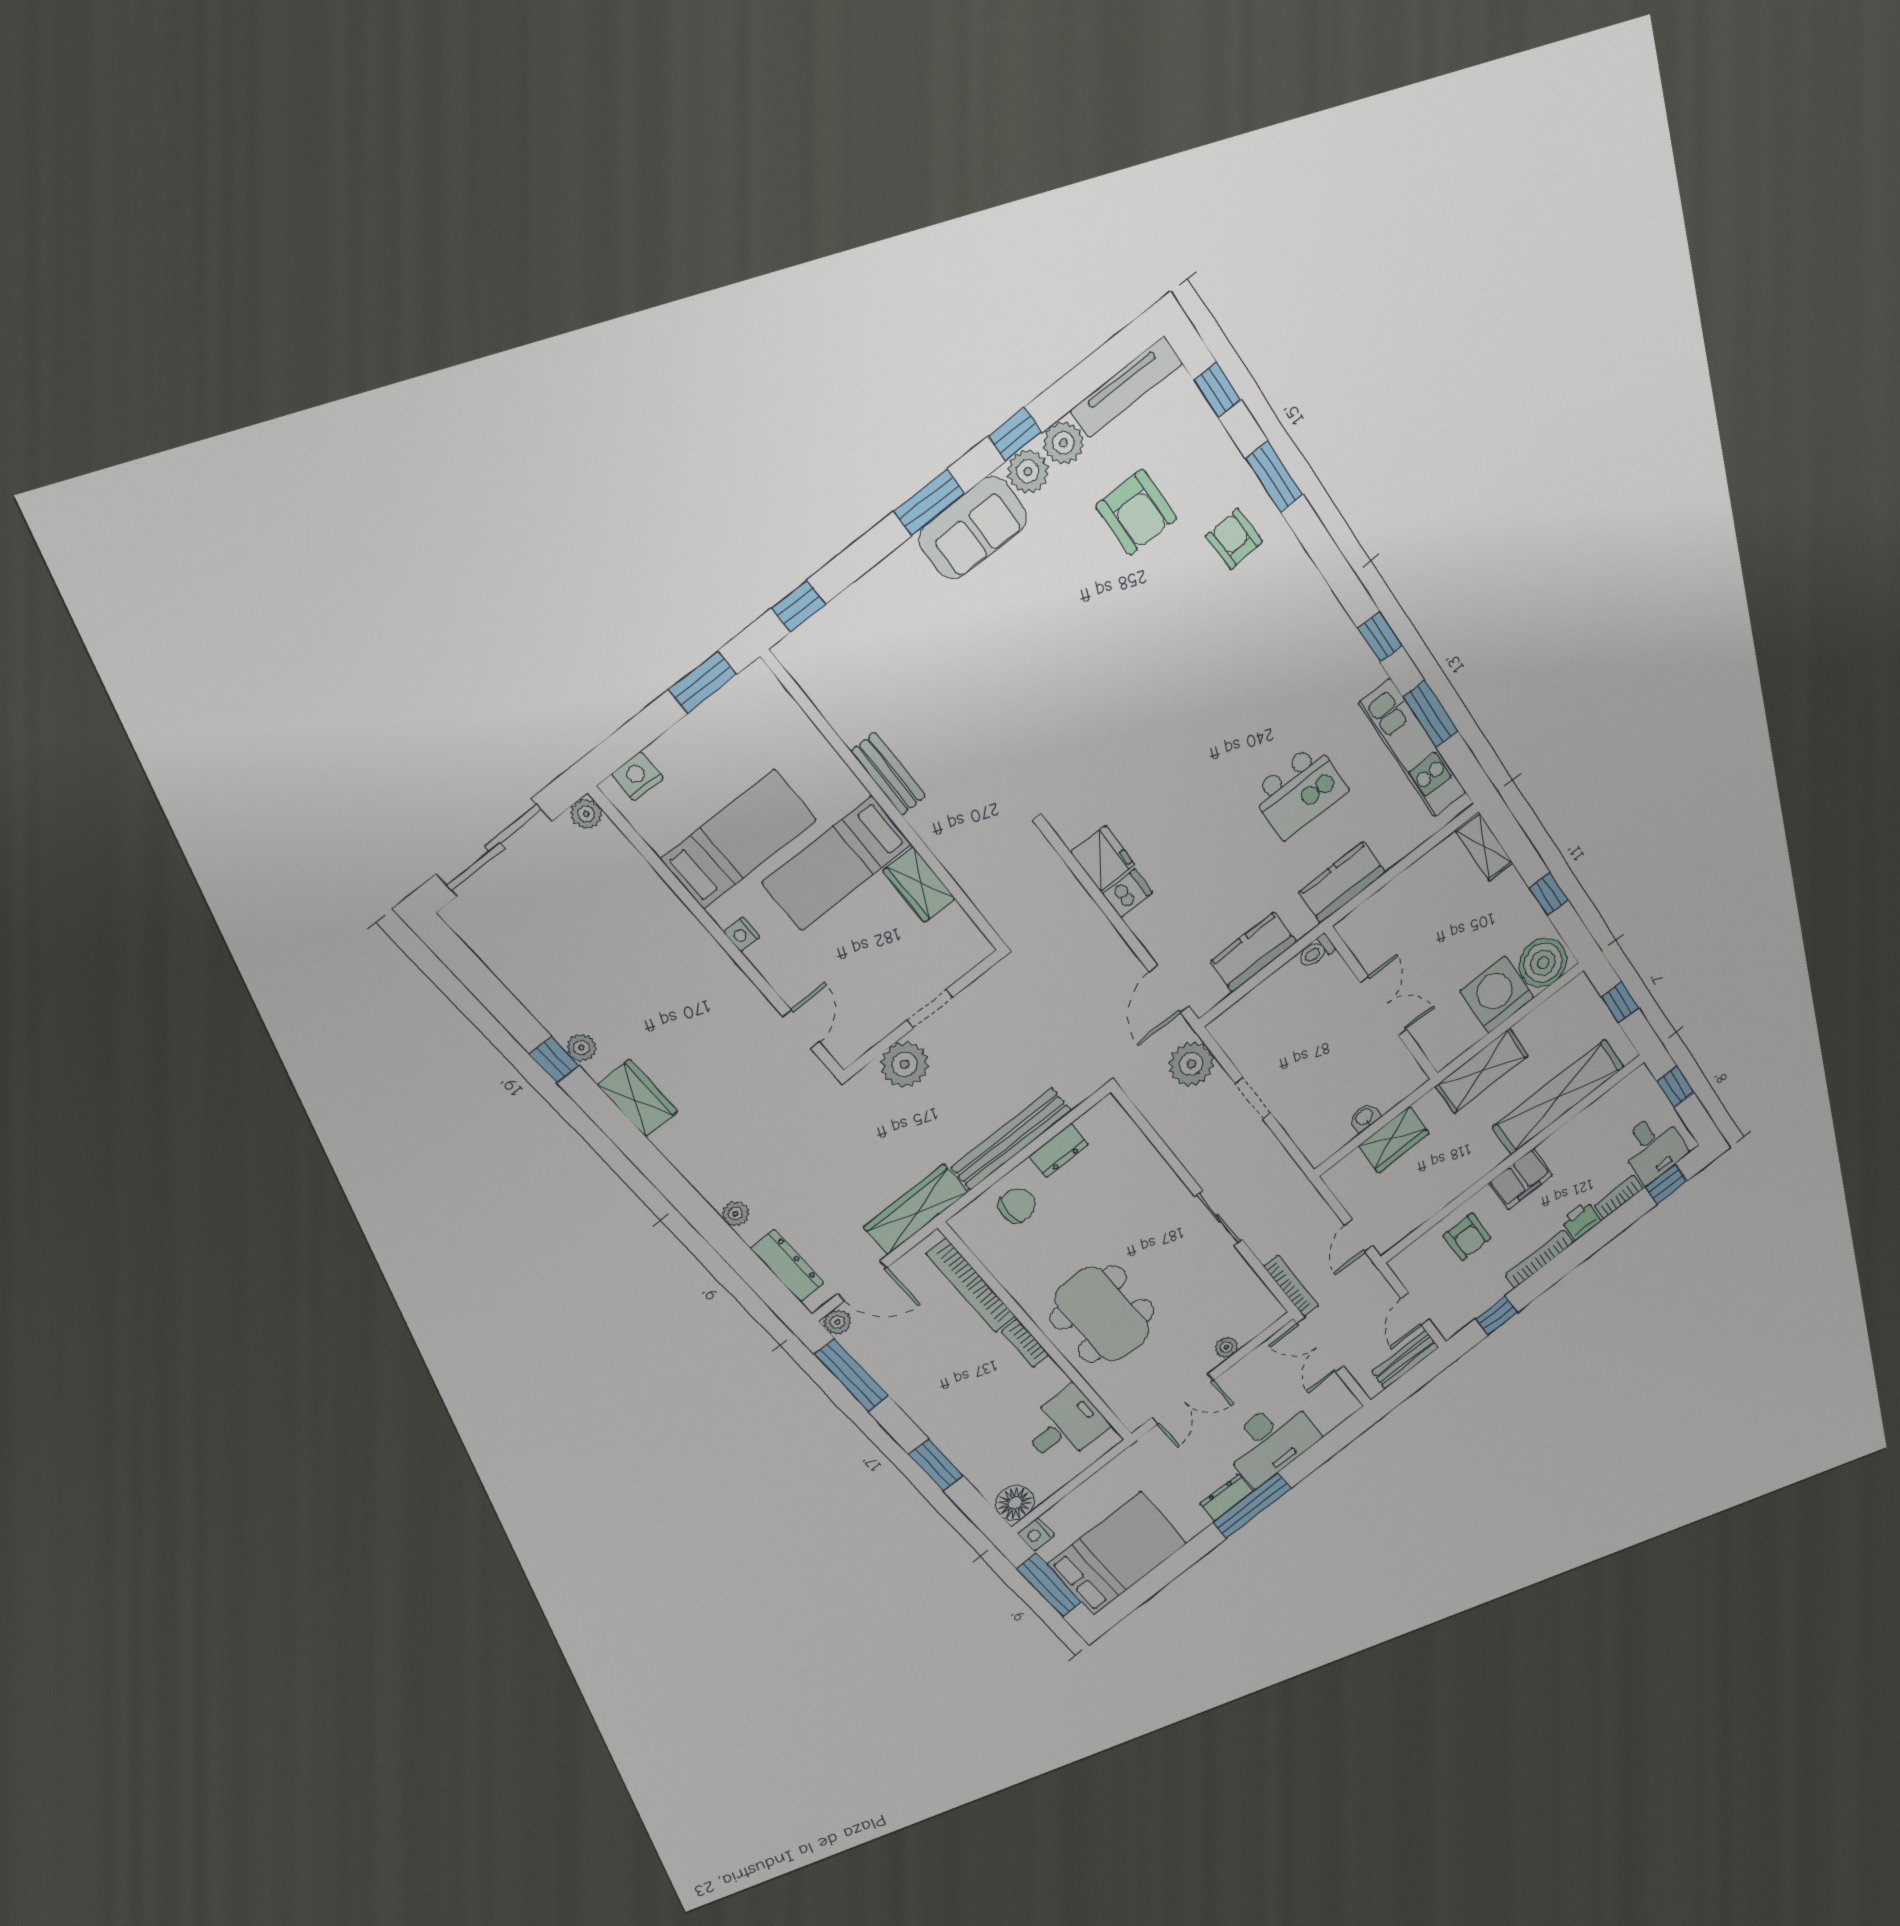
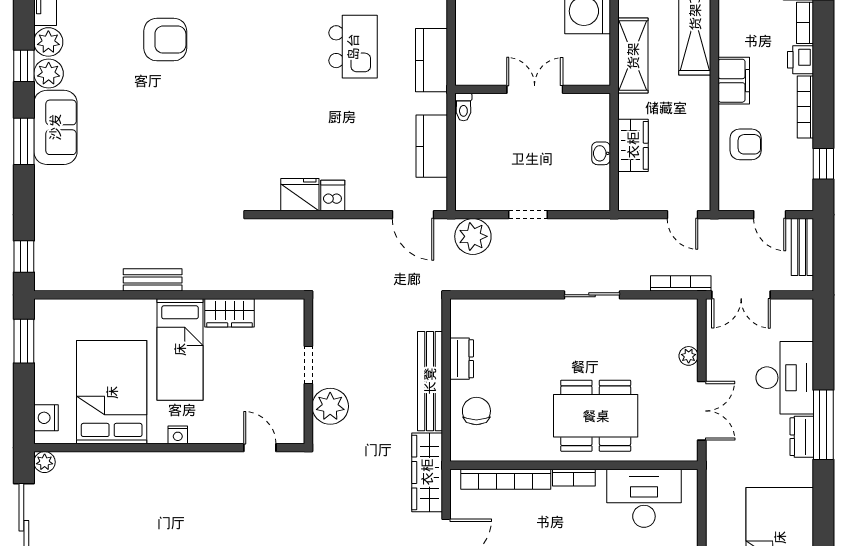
armchair: (1136, 512) -> (165, 40), moved
bed: (739, 839) -> (112, 392), width x1.50
desk: (1064, 1426) -> (644, 498), width x1.37

